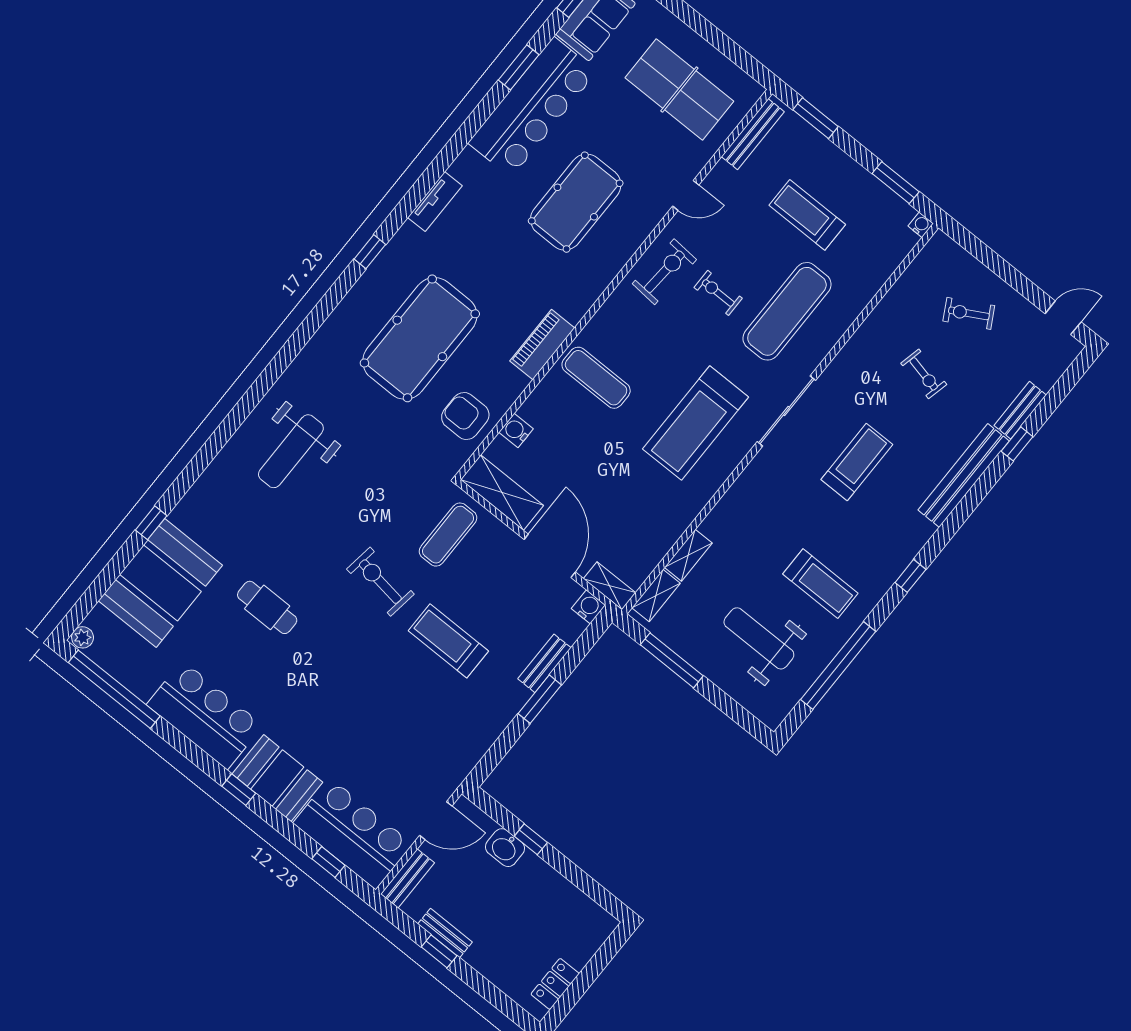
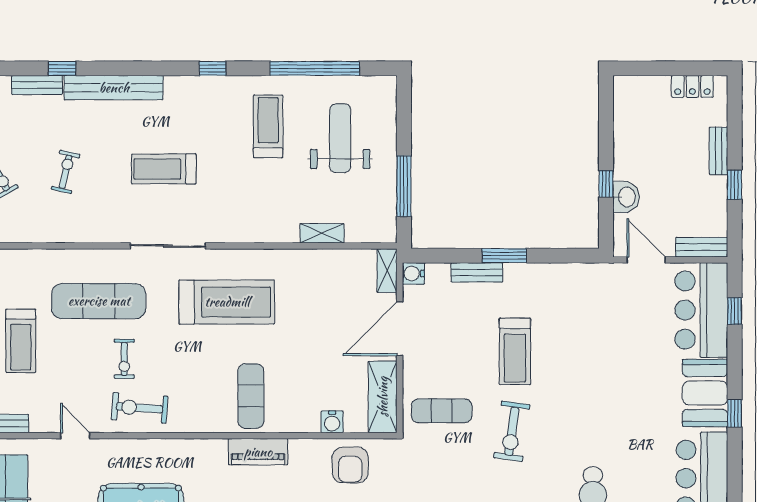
shelving: (656, 595) -> (368, 233), removed
weight bench: (759, 638) -> (340, 138), turned 180
bench: (445, 933) -> (719, 151), moved

